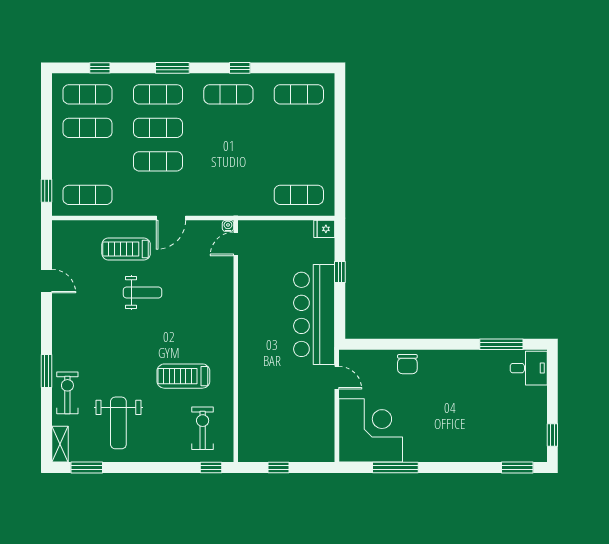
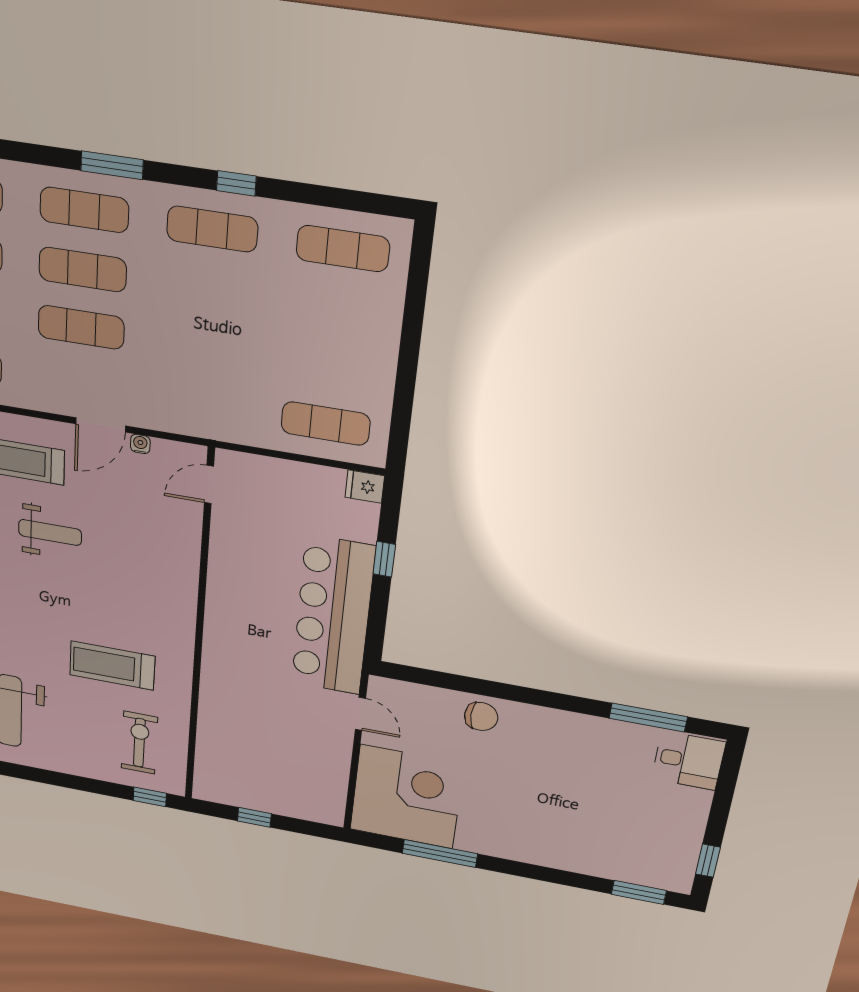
water cooler: (228, 226) -> (140, 444), moved
chair: (407, 364) -> (481, 716), turned -90

